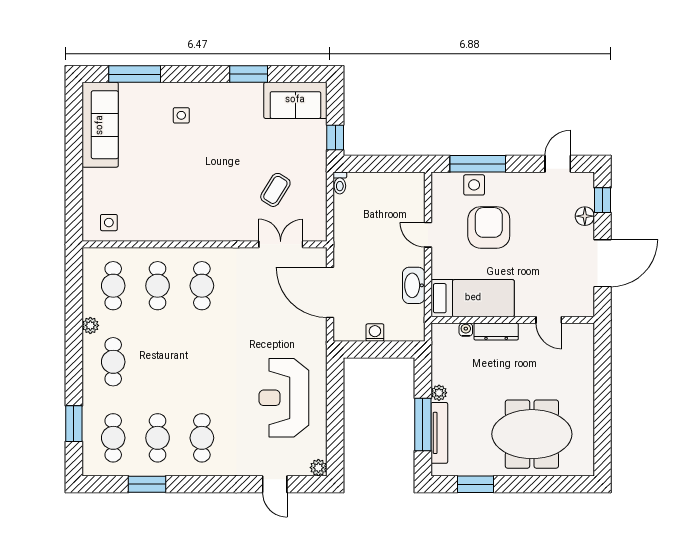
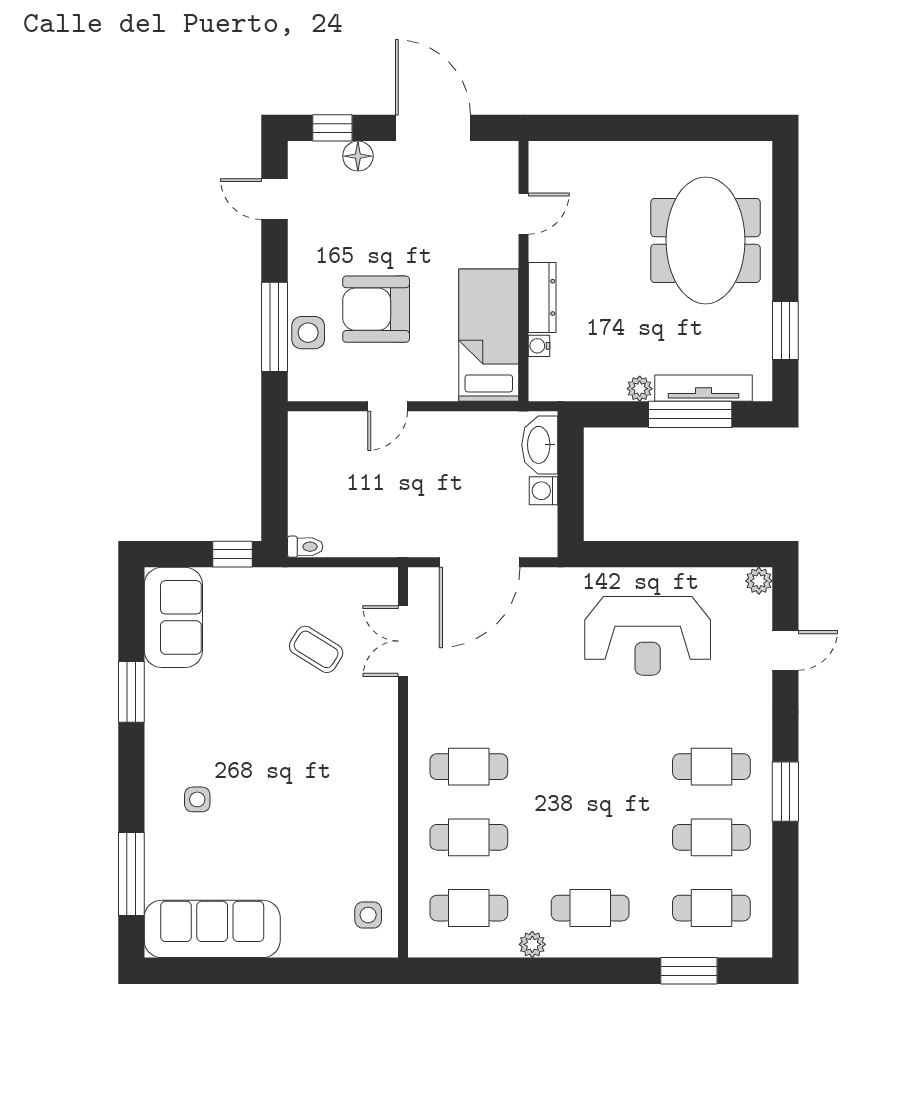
washbasin: (414, 285) -> (540, 445), moved, turned 90
window: (147, 484) -> (785, 792), moved

